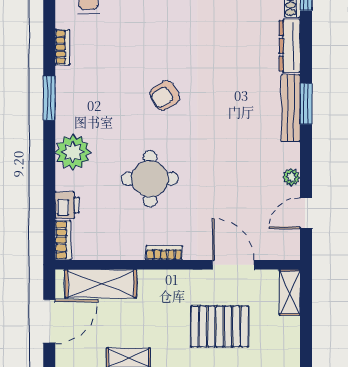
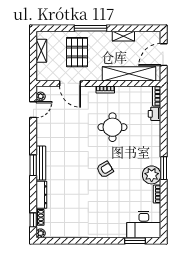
plant: (73, 152) -> (152, 175), moved
plant: (291, 177) -> (41, 96), moved
shelving: (101, 284) -> (129, 74), width x1.47
shelving: (290, 292) -> (41, 51), moved
pallet: (220, 327) -> (77, 52), turned 90

